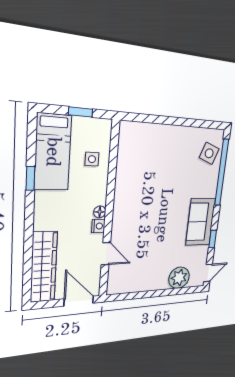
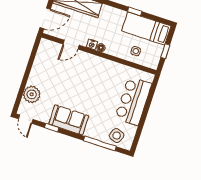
bar counter: (162, 143) -> (133, 101), added
window: (222, 173) -> (100, 144), width x0.68

